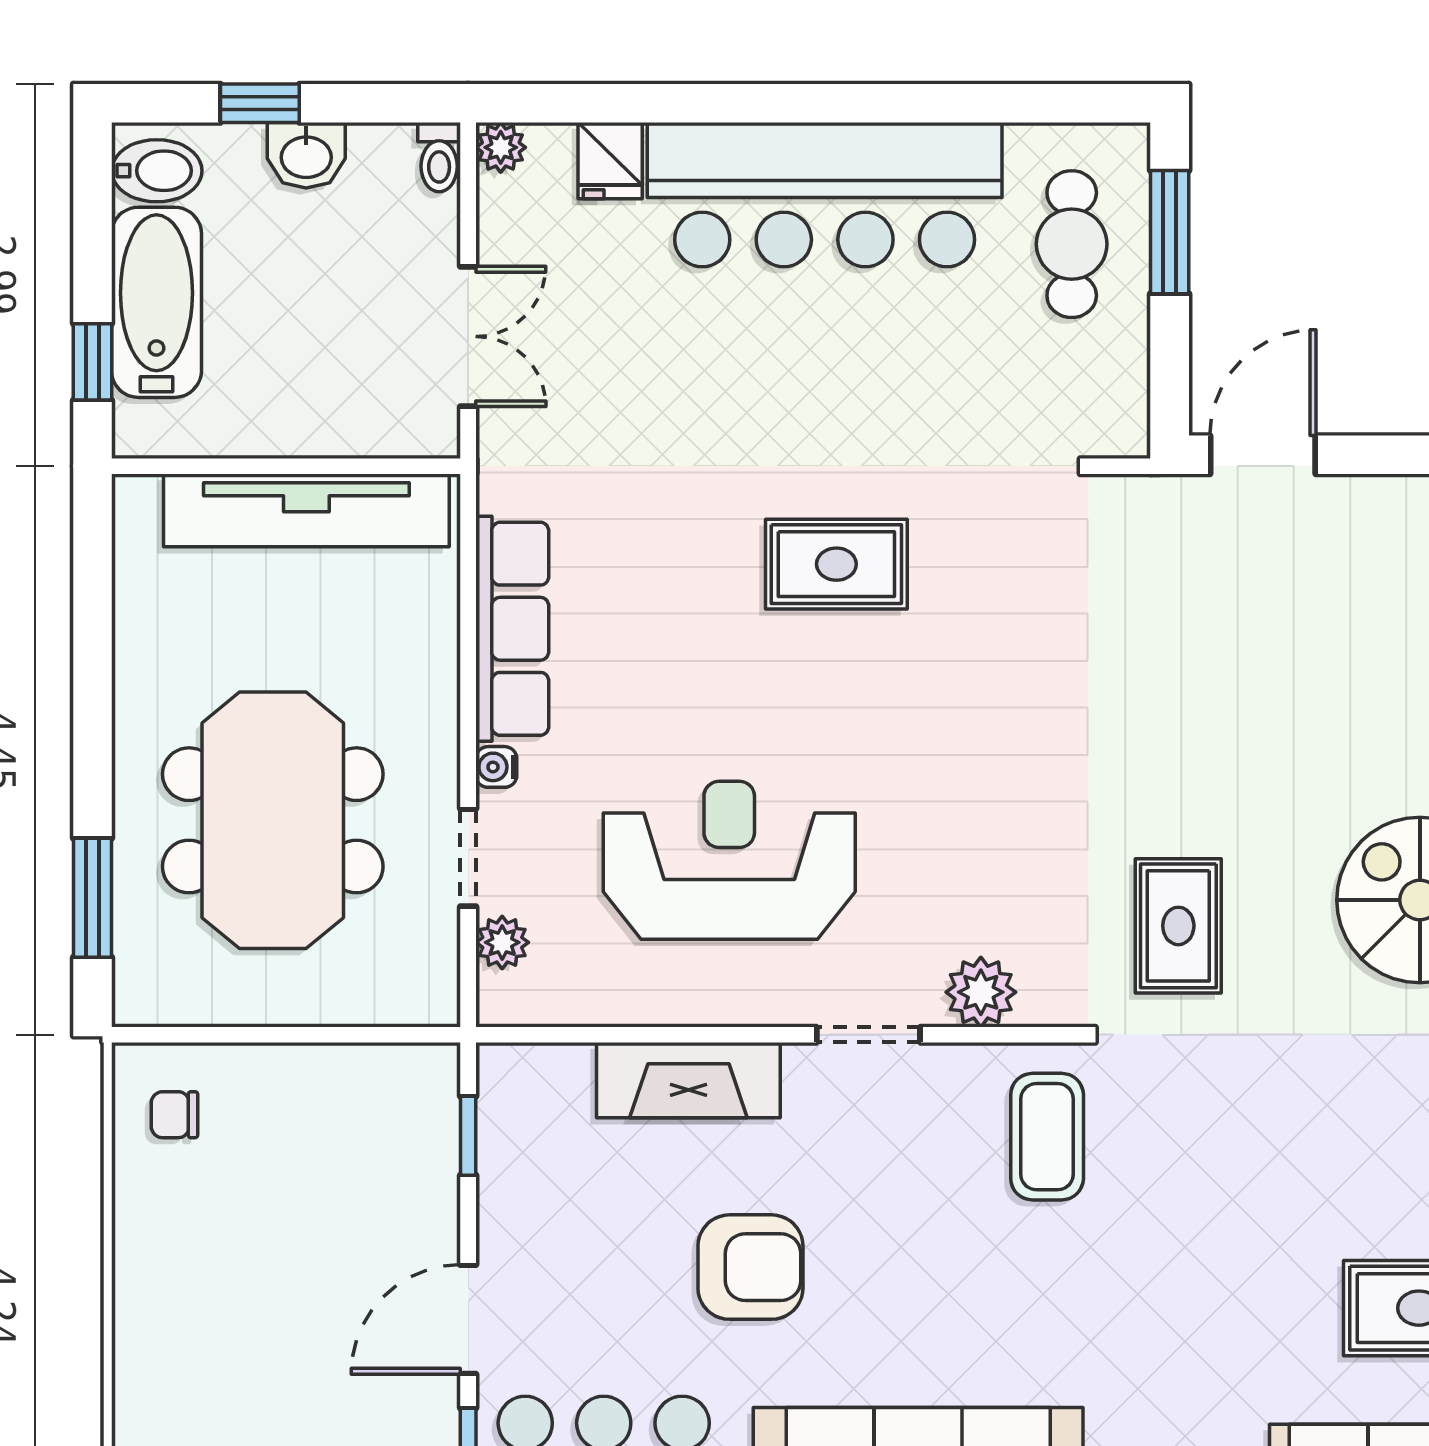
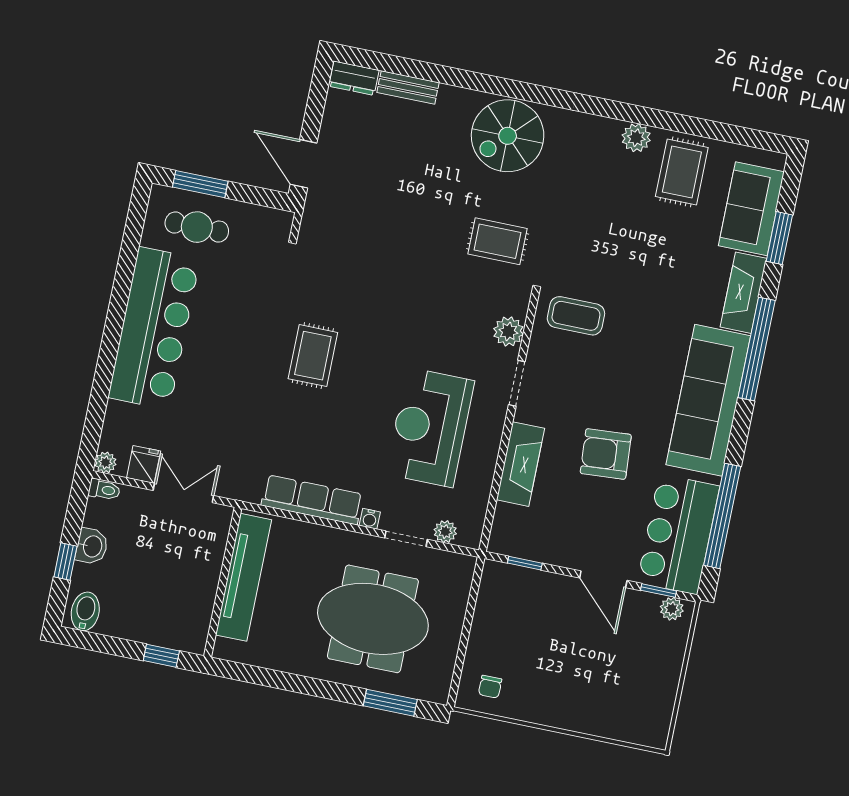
fridge: (610, 161) -> (144, 464), moved, turned -90
bathtub: (156, 302) -> (141, 623), removed
armchair: (750, 1267) -> (606, 454), turned -94

